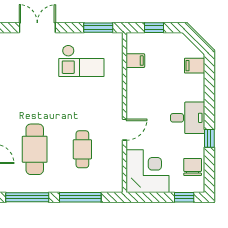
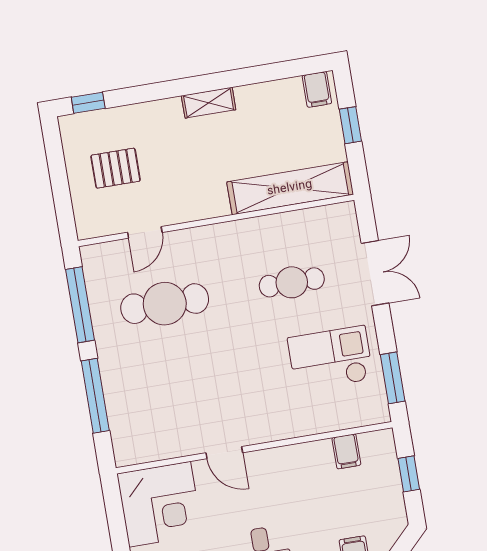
checkout: (81, 61) -> (330, 359), turned 90
cafe table: (82, 149) -> (292, 282), moved

